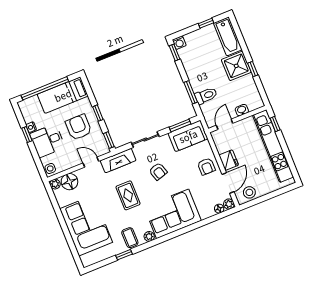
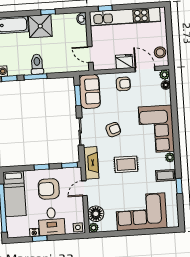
window: (191, 92) -> (36, 77), moved
toilet: (206, 96) -> (37, 64), moved
washbasin: (242, 110) -> (81, 19), moved

